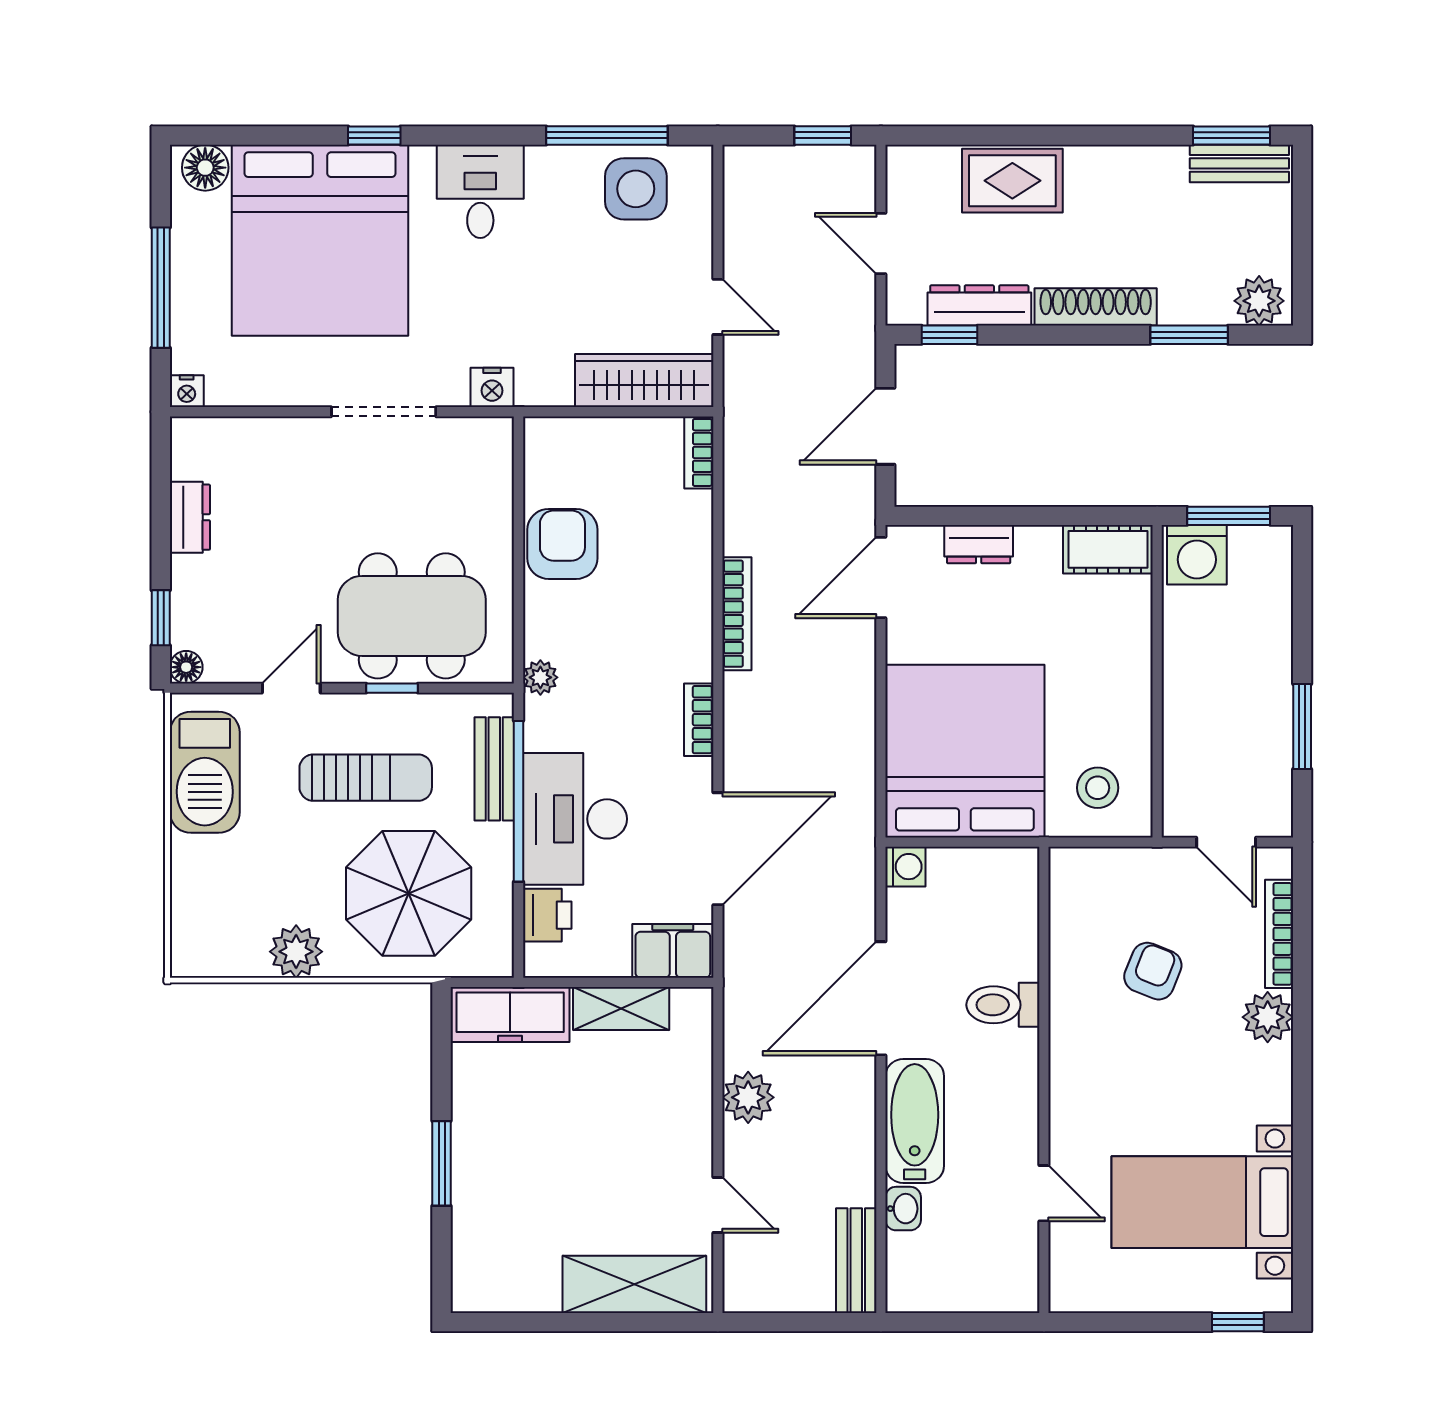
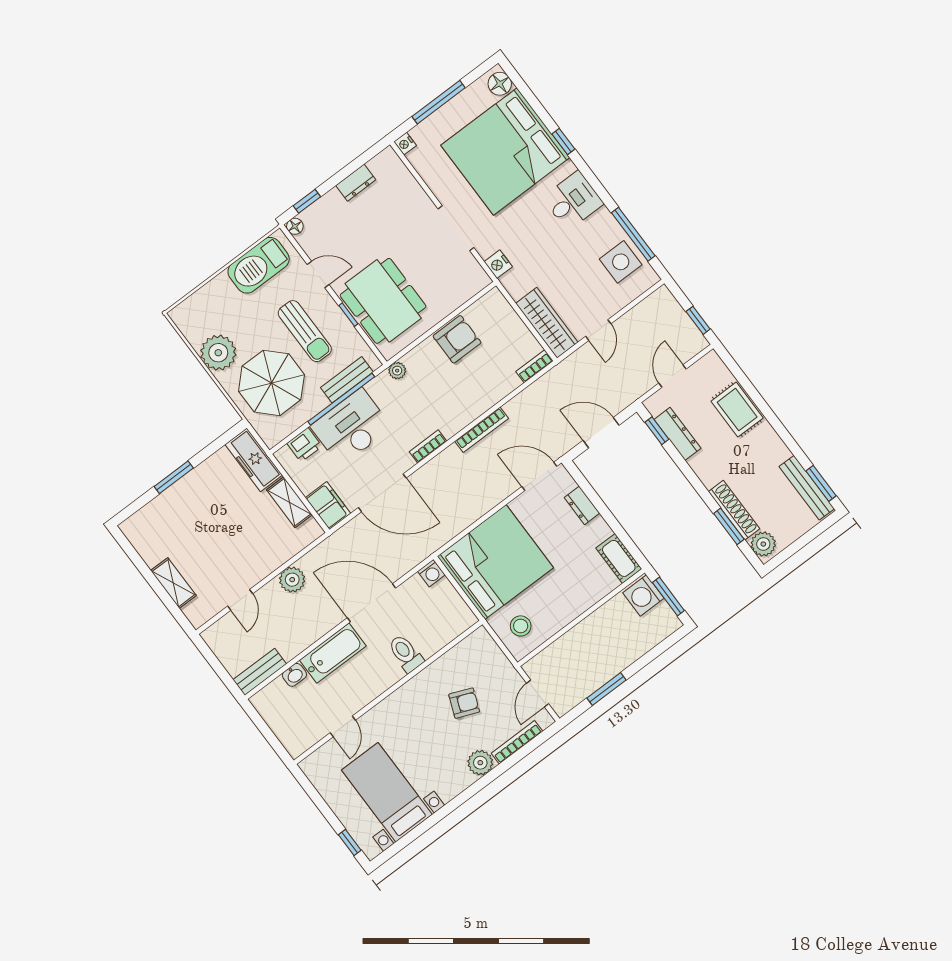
bench: (1239, 163) -> (807, 488), width x1.36
shoe rack: (1096, 307) -> (734, 510), moved
plant: (296, 952) -> (218, 353), width x1.36, depth x1.36
shelving: (634, 1284) -> (173, 583), width x0.67, depth x0.75

